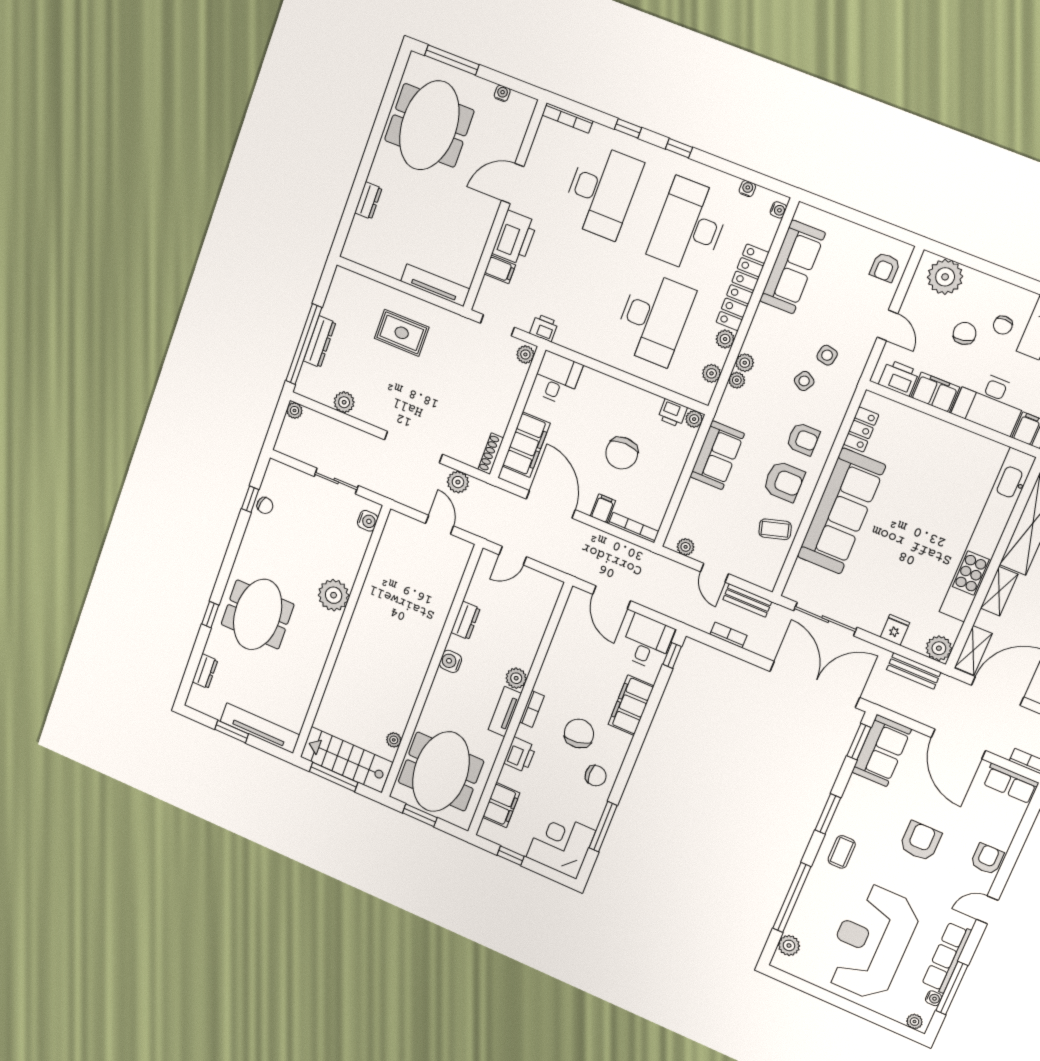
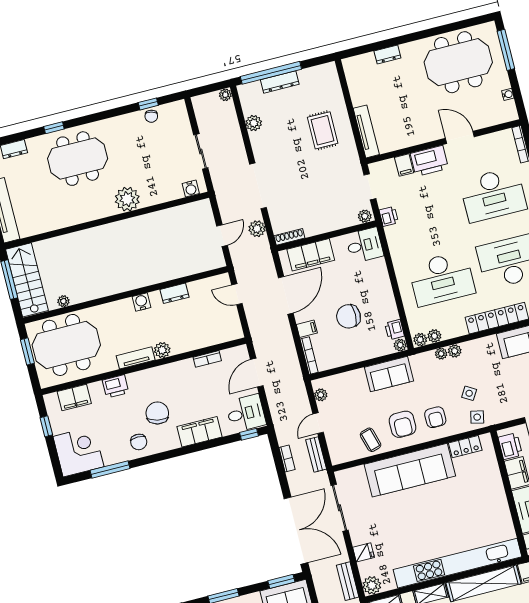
plant: (725, 339) -> (420, 340), moved
side table: (827, 355) -> (477, 417), moved
bookcase: (532, 709) -> (207, 359), moved
chair: (579, 734) -> (157, 413), turned -69

